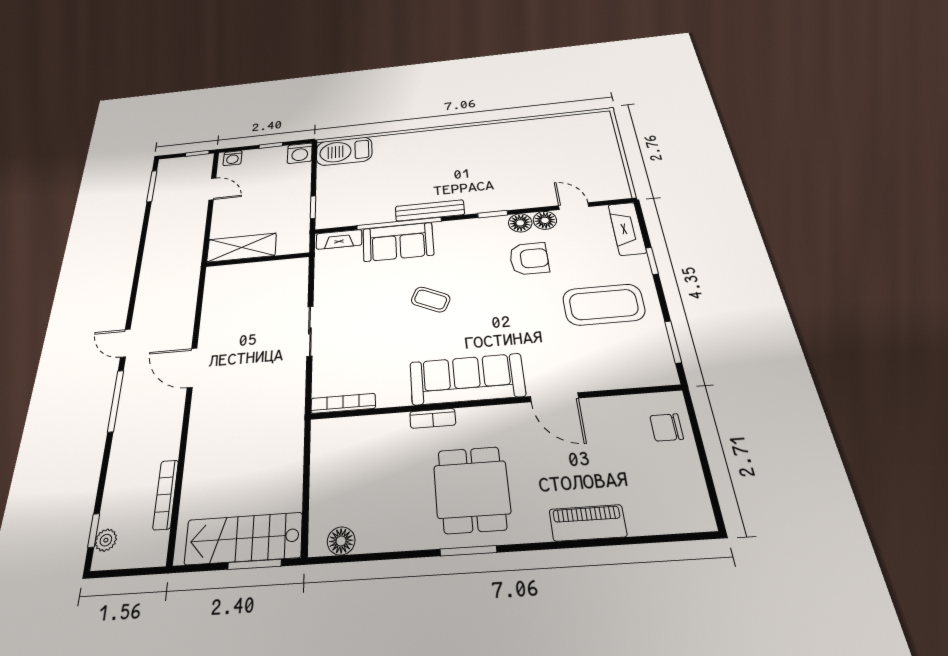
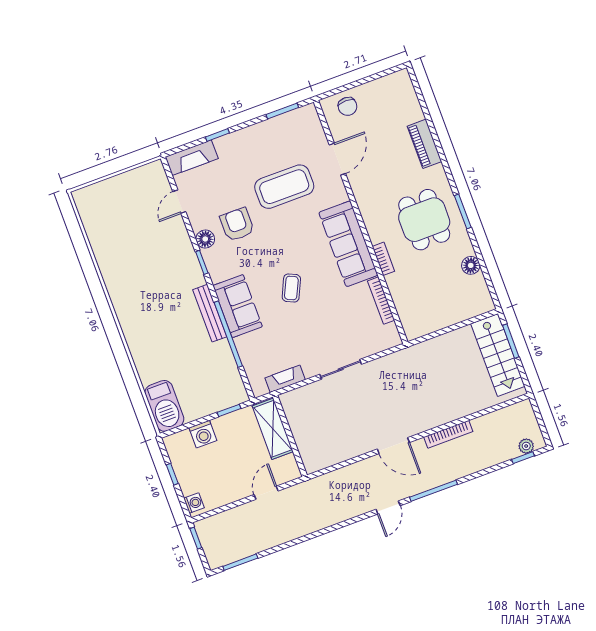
washing machine: (300, 153) -> (203, 434), moved, turned 90
door: (212, 189) -> (266, 493), moved
floor lamp: (545, 220) -> (198, 221), removed
fireplace: (339, 239) -> (285, 379), moved, turned -90
sofa: (398, 242) -> (238, 306), moved
shelving: (242, 248) -> (273, 429), moved
coffee table: (604, 305) -> (284, 187), moved, turned 90
door: (192, 368) -> (393, 446), hinge flipped
door: (554, 397) -> (337, 159), moved
bookcase: (343, 403) -> (381, 301), moved
dining table: (472, 489) -> (424, 220), turned 90
bookcase: (166, 494) -> (448, 434), moved
floor lamp: (341, 541) -> (471, 265), moved

